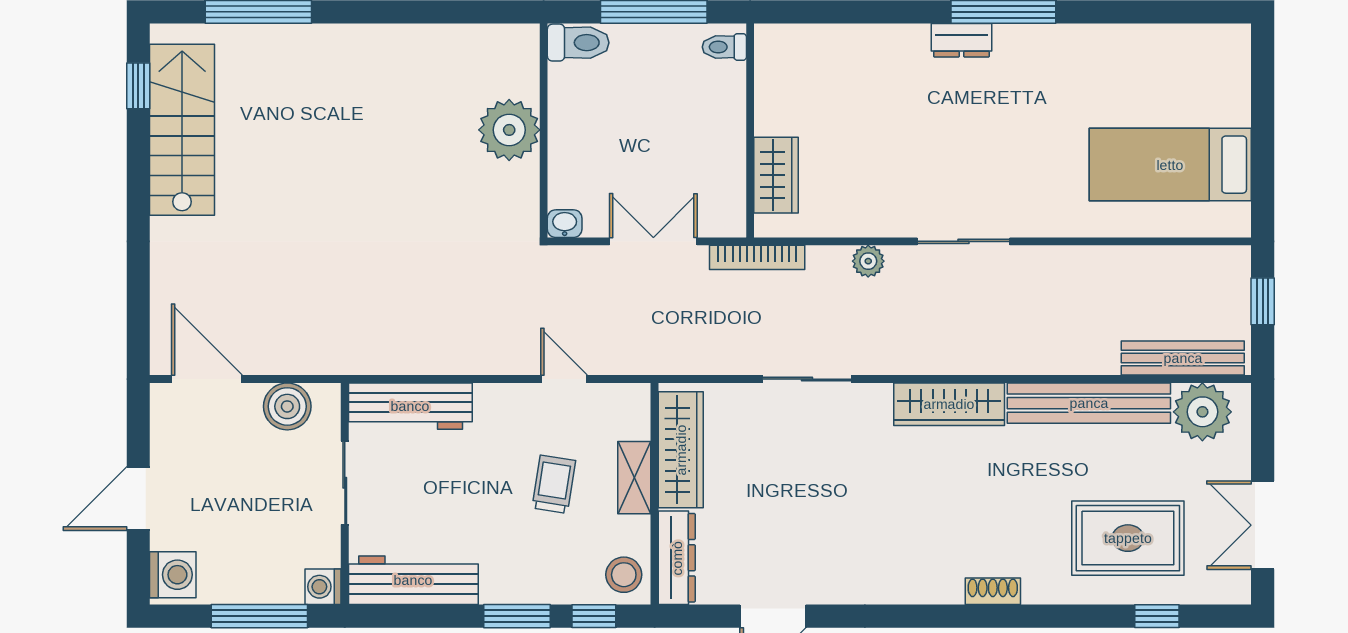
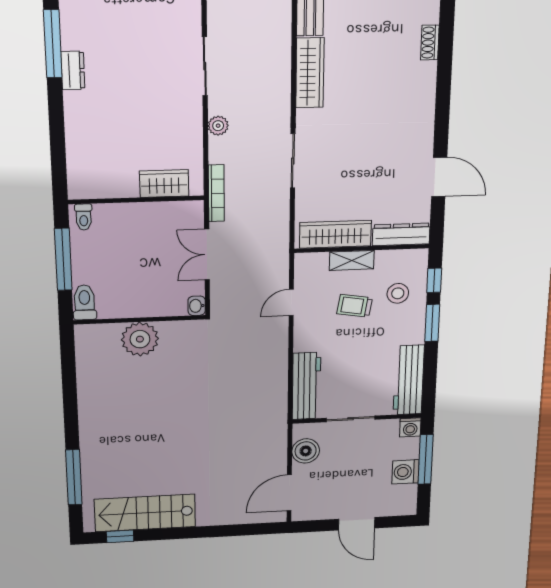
washing machine: (173, 575) -> (405, 472), moved, turned -90
stool: (624, 575) -> (398, 293), moved

